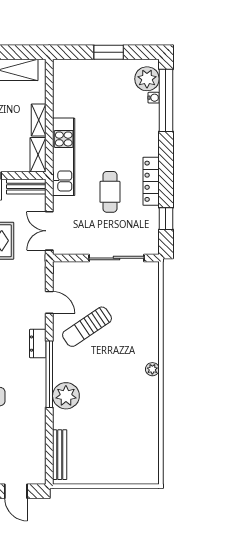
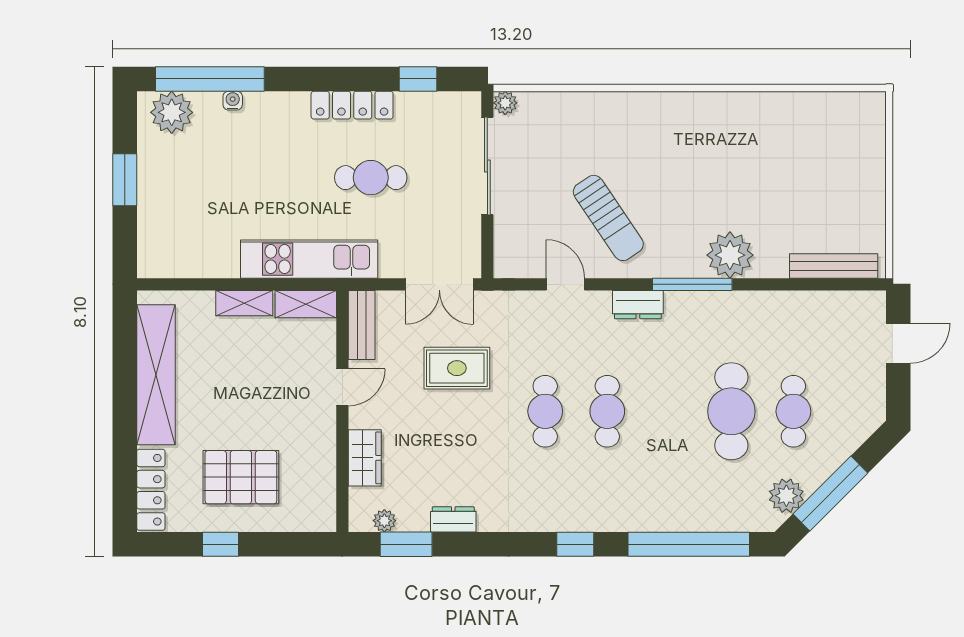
water cooler: (154, 98) -> (233, 101), moved
door: (49, 302) -> (565, 284), hinge flipped
plant: (152, 369) -> (505, 103), moved
window: (49, 374) -> (692, 284), width x0.68

